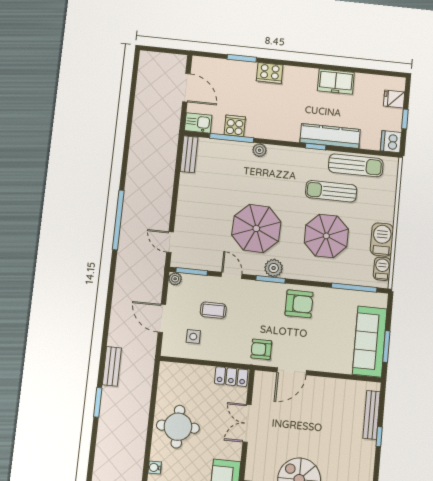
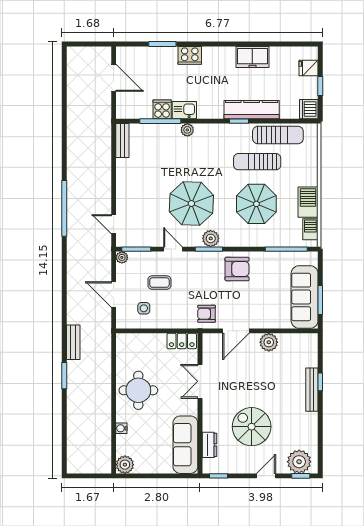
kitchen sink: (198, 123) -> (184, 110), moved
plant: (326, 387) -> (269, 342), added
bench: (372, 415) -> (312, 390), moved

